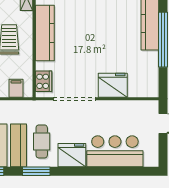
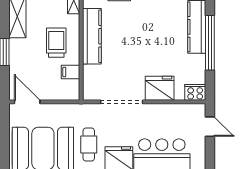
cooker: (44, 81) -> (195, 92), moved, turned -90
filing cabinet: (16, 88) -> (71, 72), moved, turned -90

